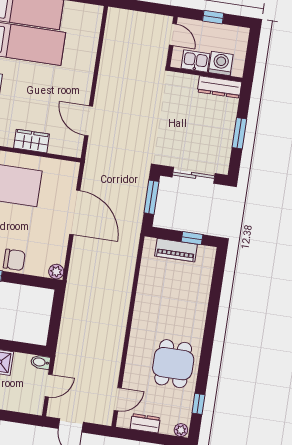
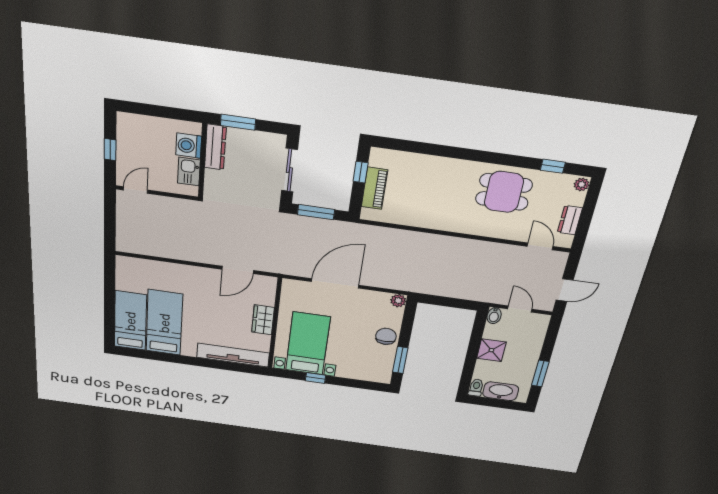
kitchen sink: (195, 61) -> (189, 172), moved
washing machine: (221, 63) -> (189, 146), moved
wall: (206, 74) -> (203, 161), moved
dresser: (219, 87) -> (215, 147), moved

